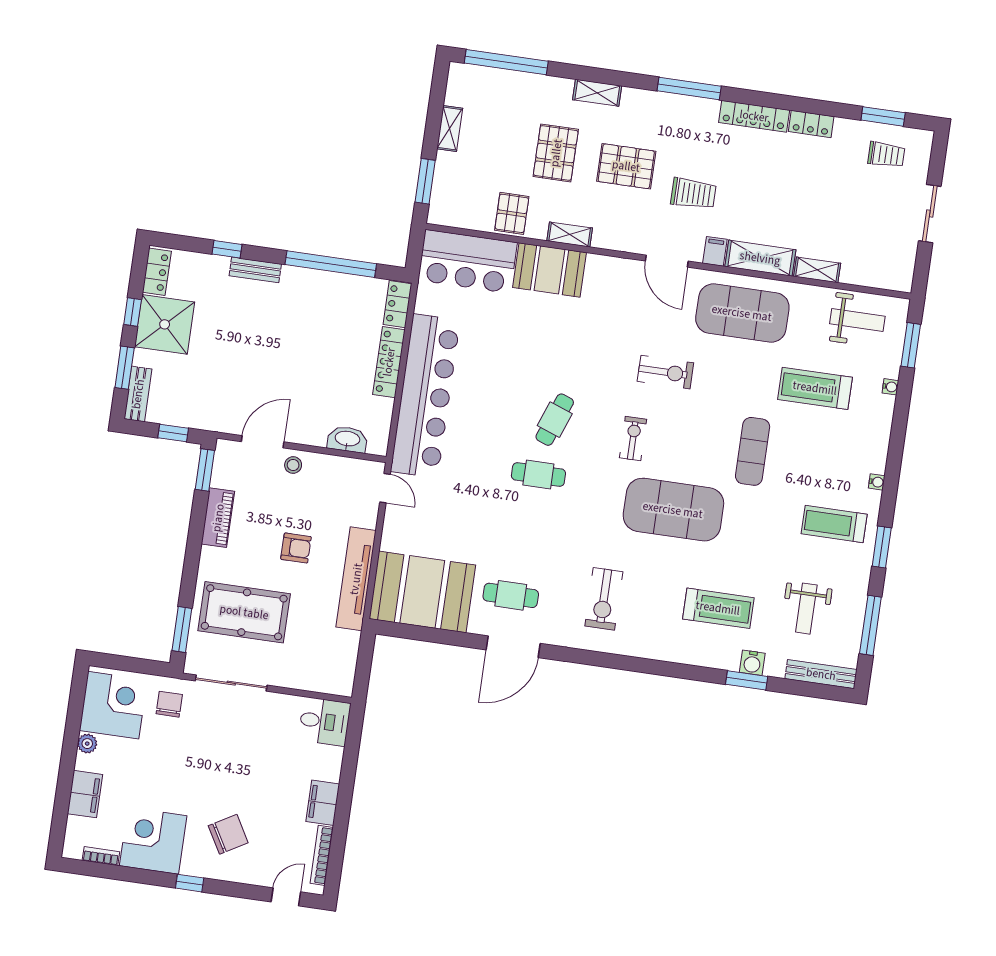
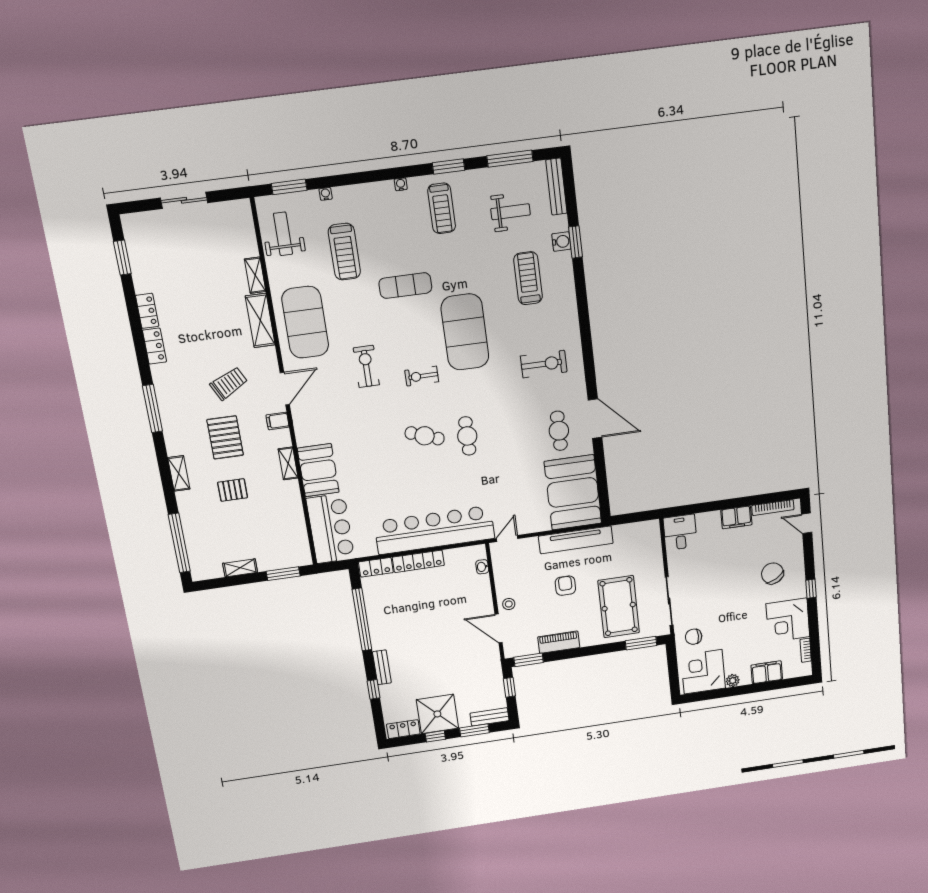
locker: (754, 116) -> (154, 346), width x0.66
pallet: (556, 153) -> (233, 490), width x0.67, depth x0.71
trolley: (886, 155) -> (150, 247), removed
trolley: (693, 194) -> (229, 383), turned 63
pallet: (512, 213) -> (286, 508), removed
filing cabinet: (715, 251) -> (278, 421), moved
washbasin: (347, 439) -> (482, 567), width x0.52, depth x0.69

